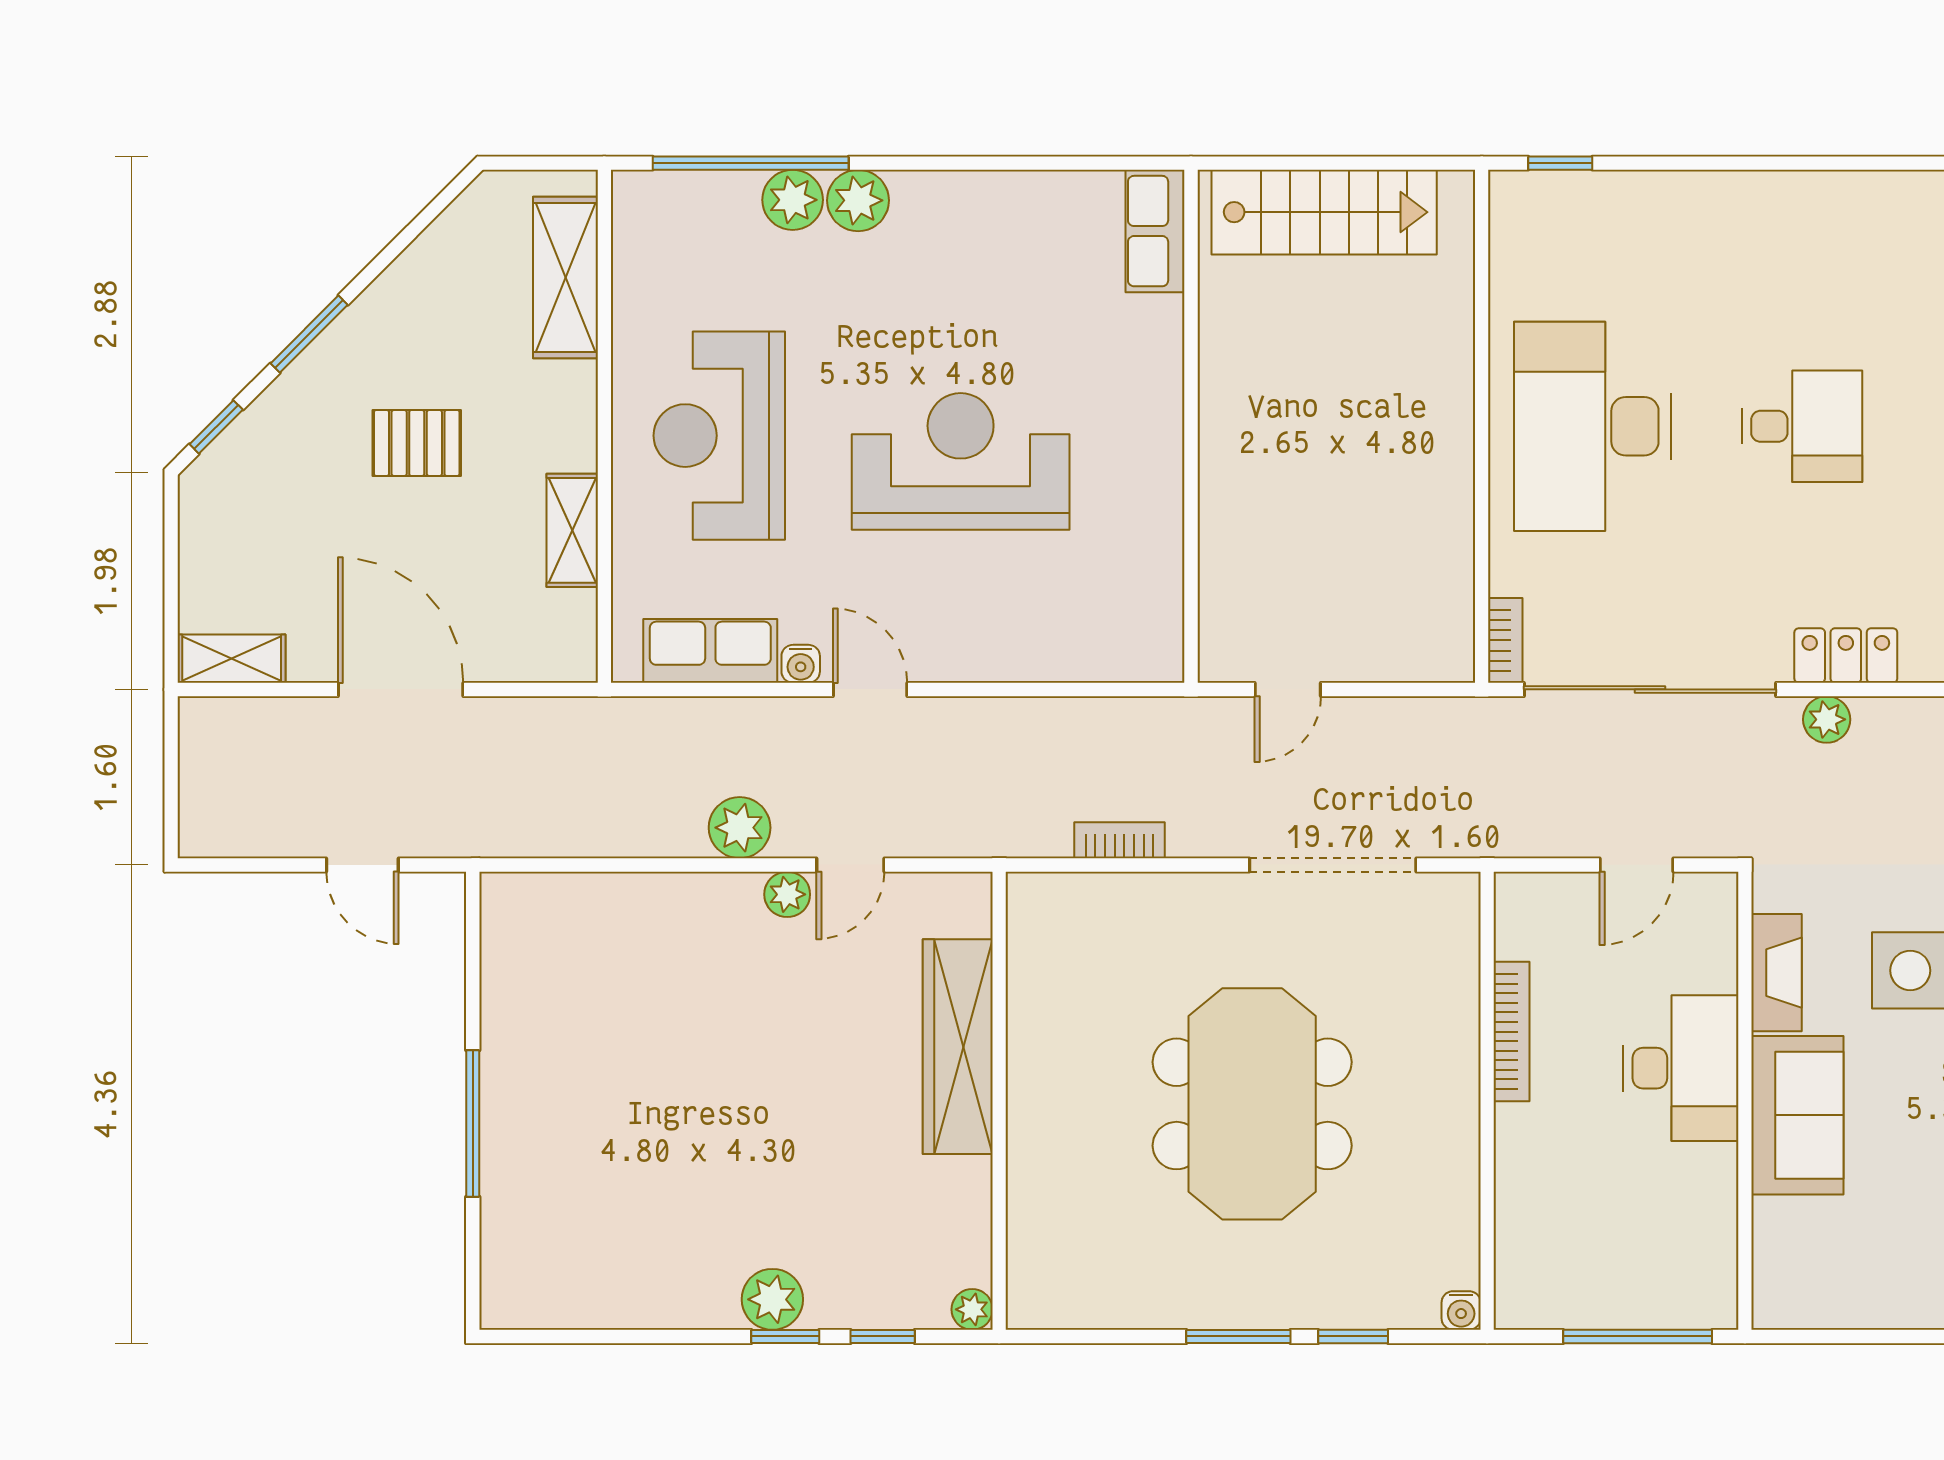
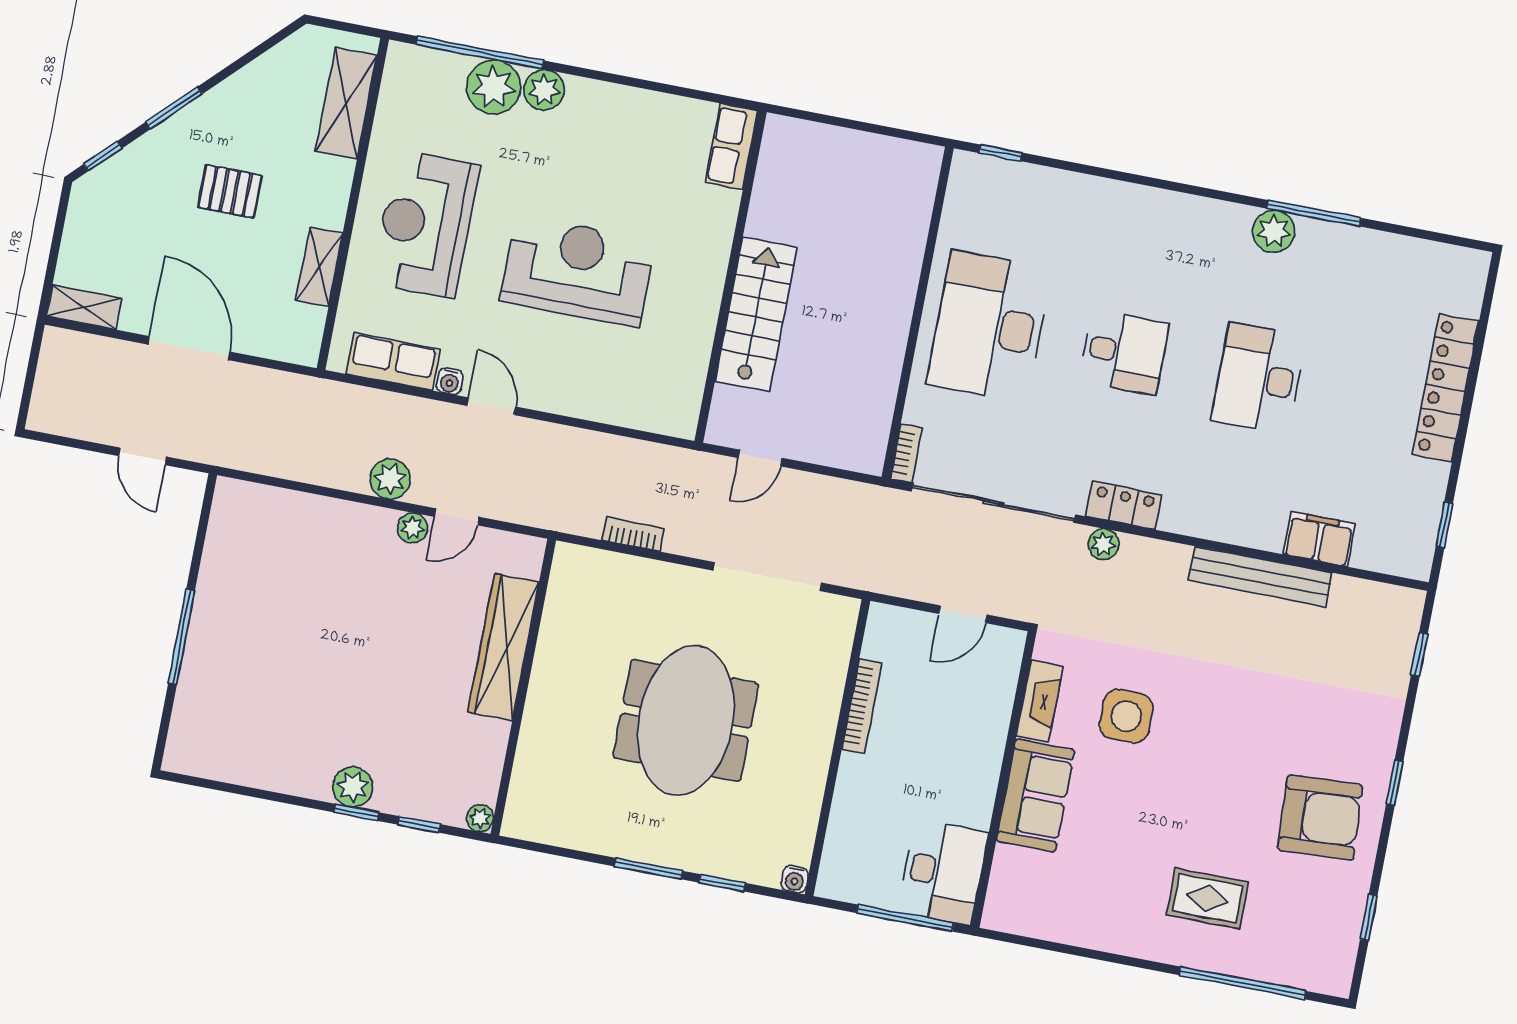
plant: (793, 200) -> (494, 87), width x1.36, depth x1.36
stairs: (1324, 212) -> (756, 314), moved, turned -90
desk: (1681, 1068) -> (943, 872), moved

